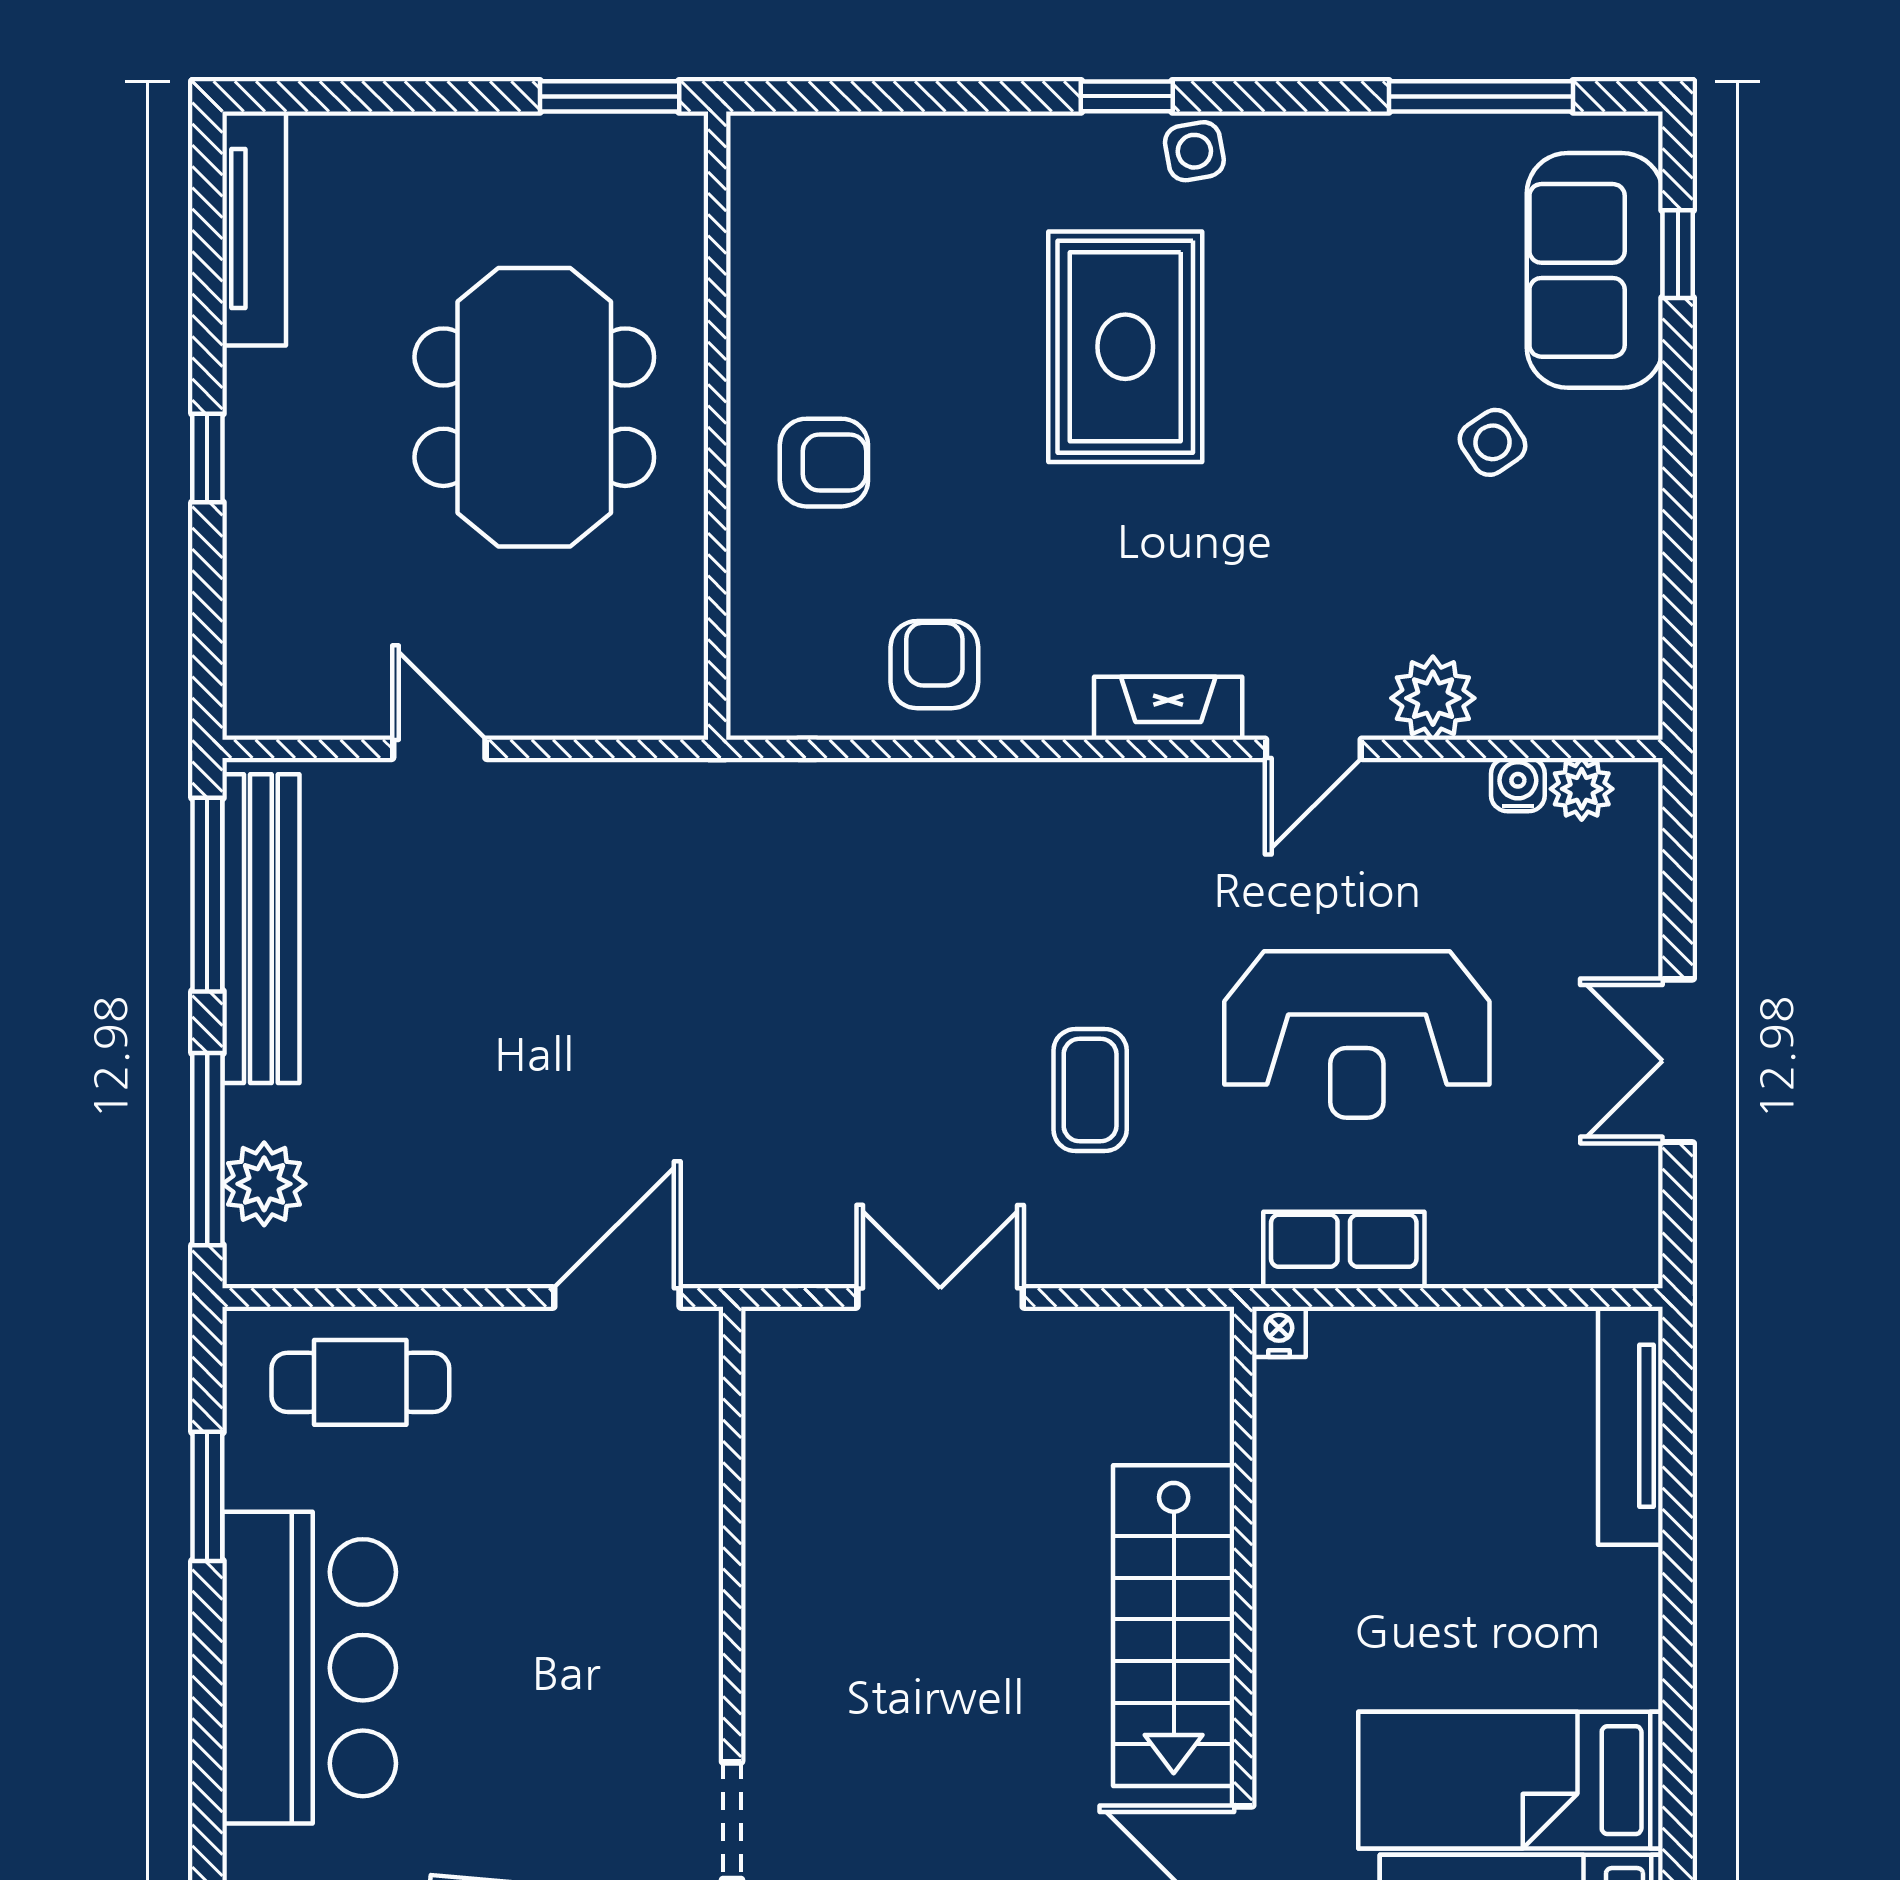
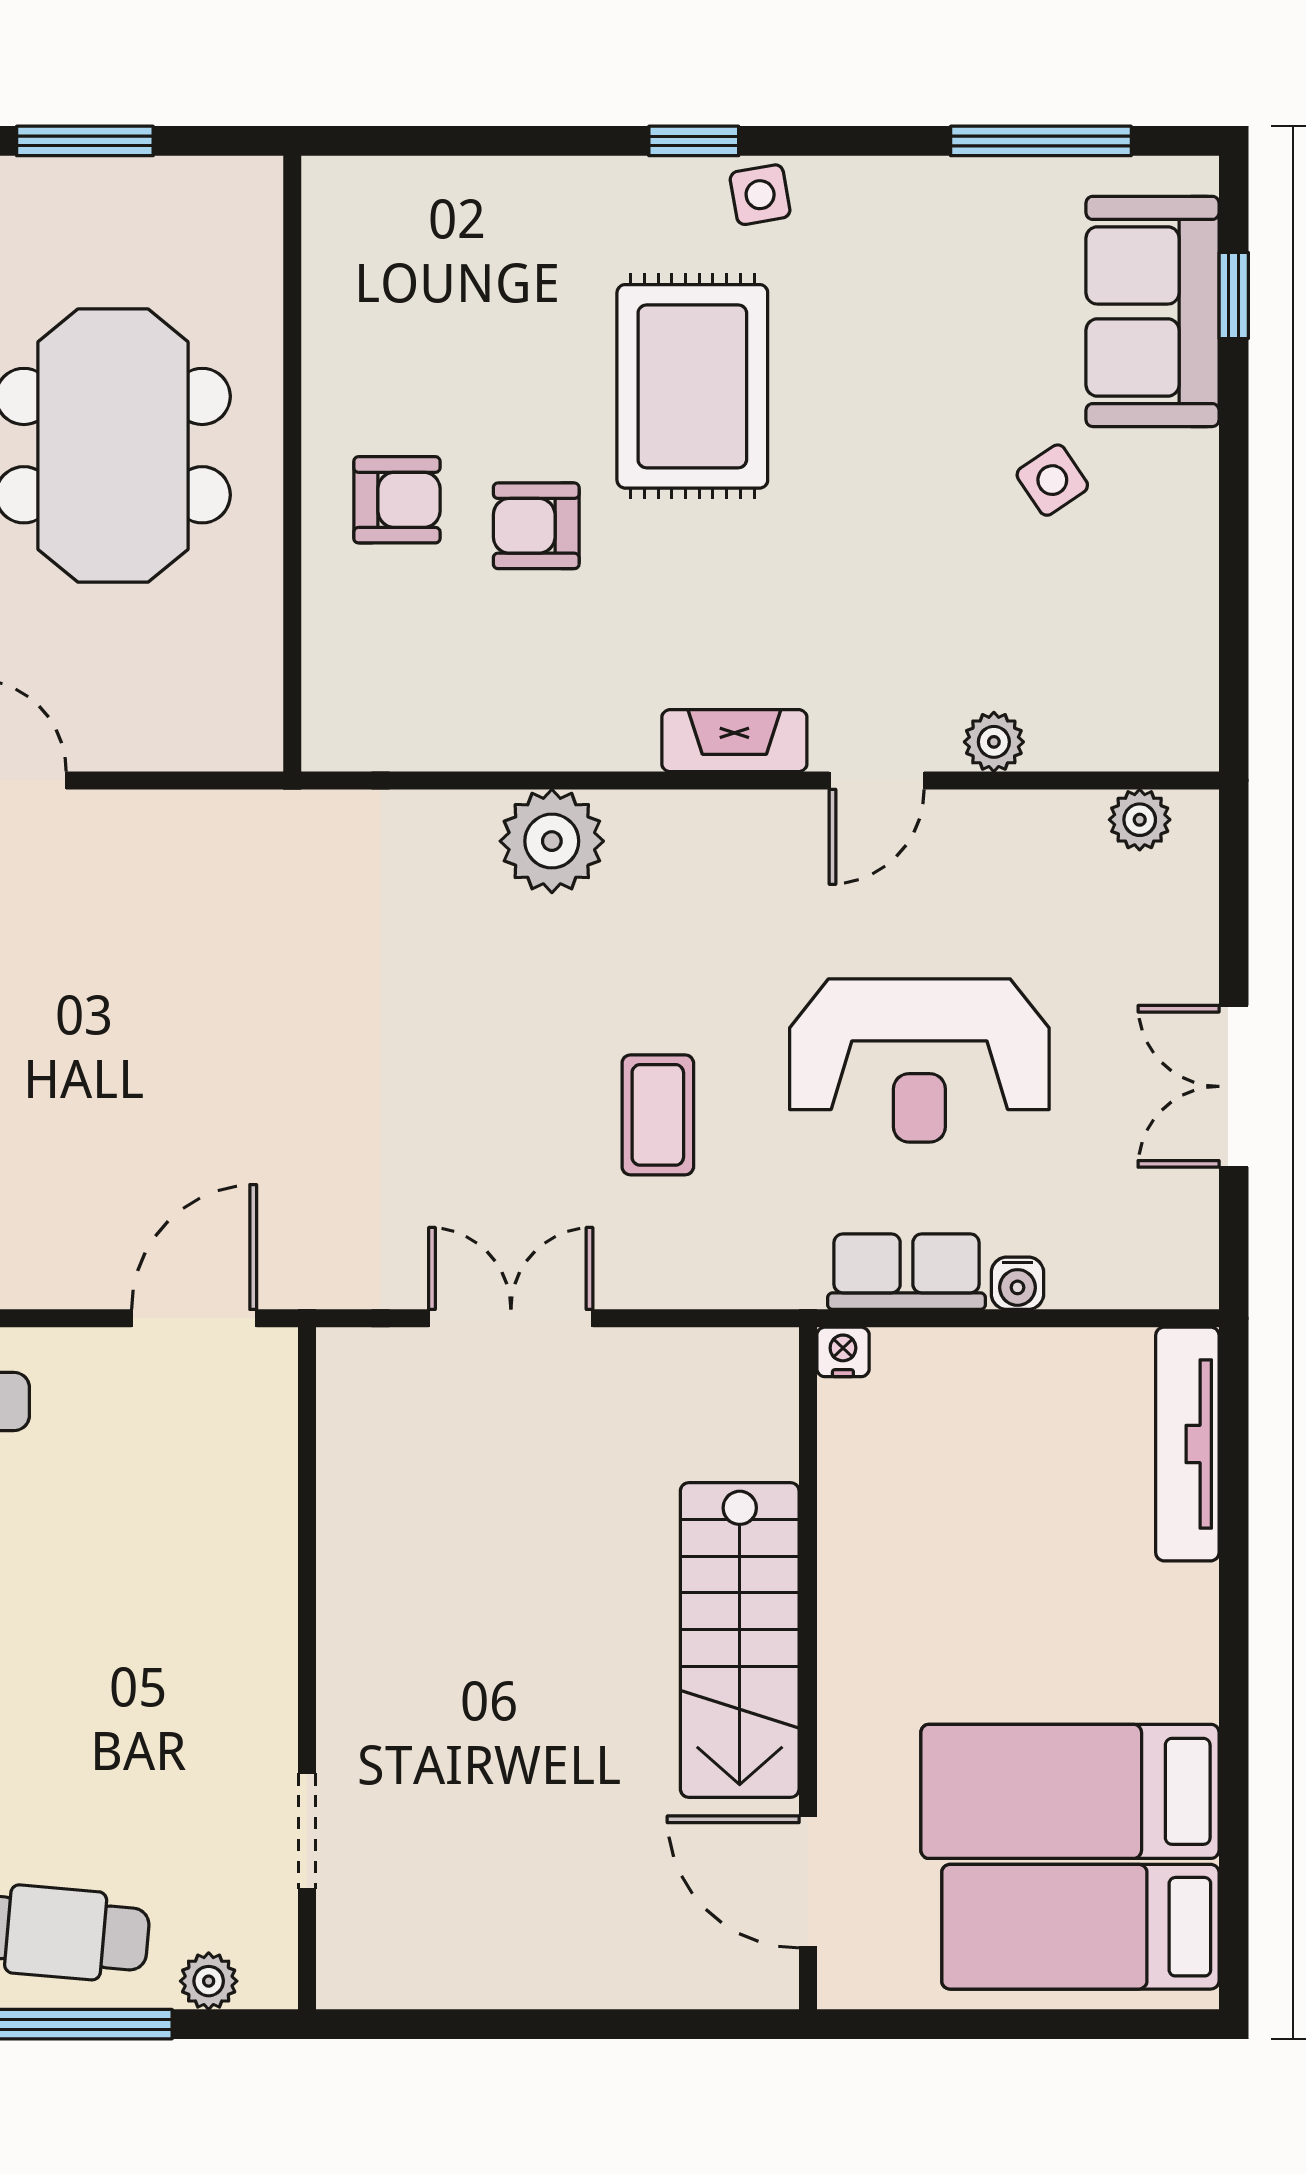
window: (610, 96) -> (85, 141), moved
armchair: (934, 665) -> (536, 526), moved, turned -90
plant: (1433, 698) -> (994, 742), width x0.73, depth x0.73
water cooler: (1518, 785) -> (1017, 1283), moved, turned 180
plant: (982, 811) -> (552, 841), added

